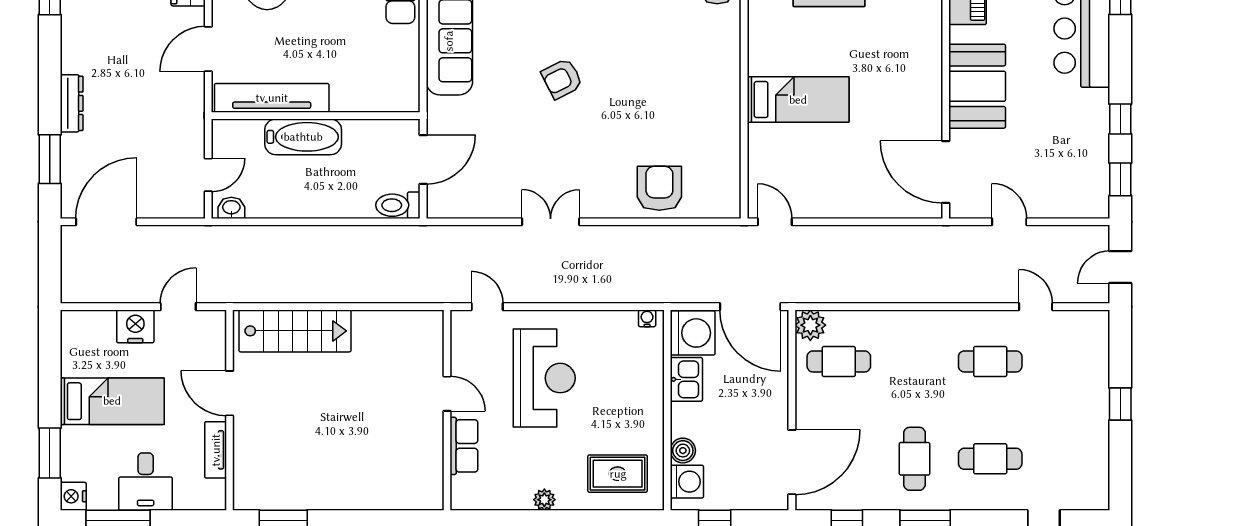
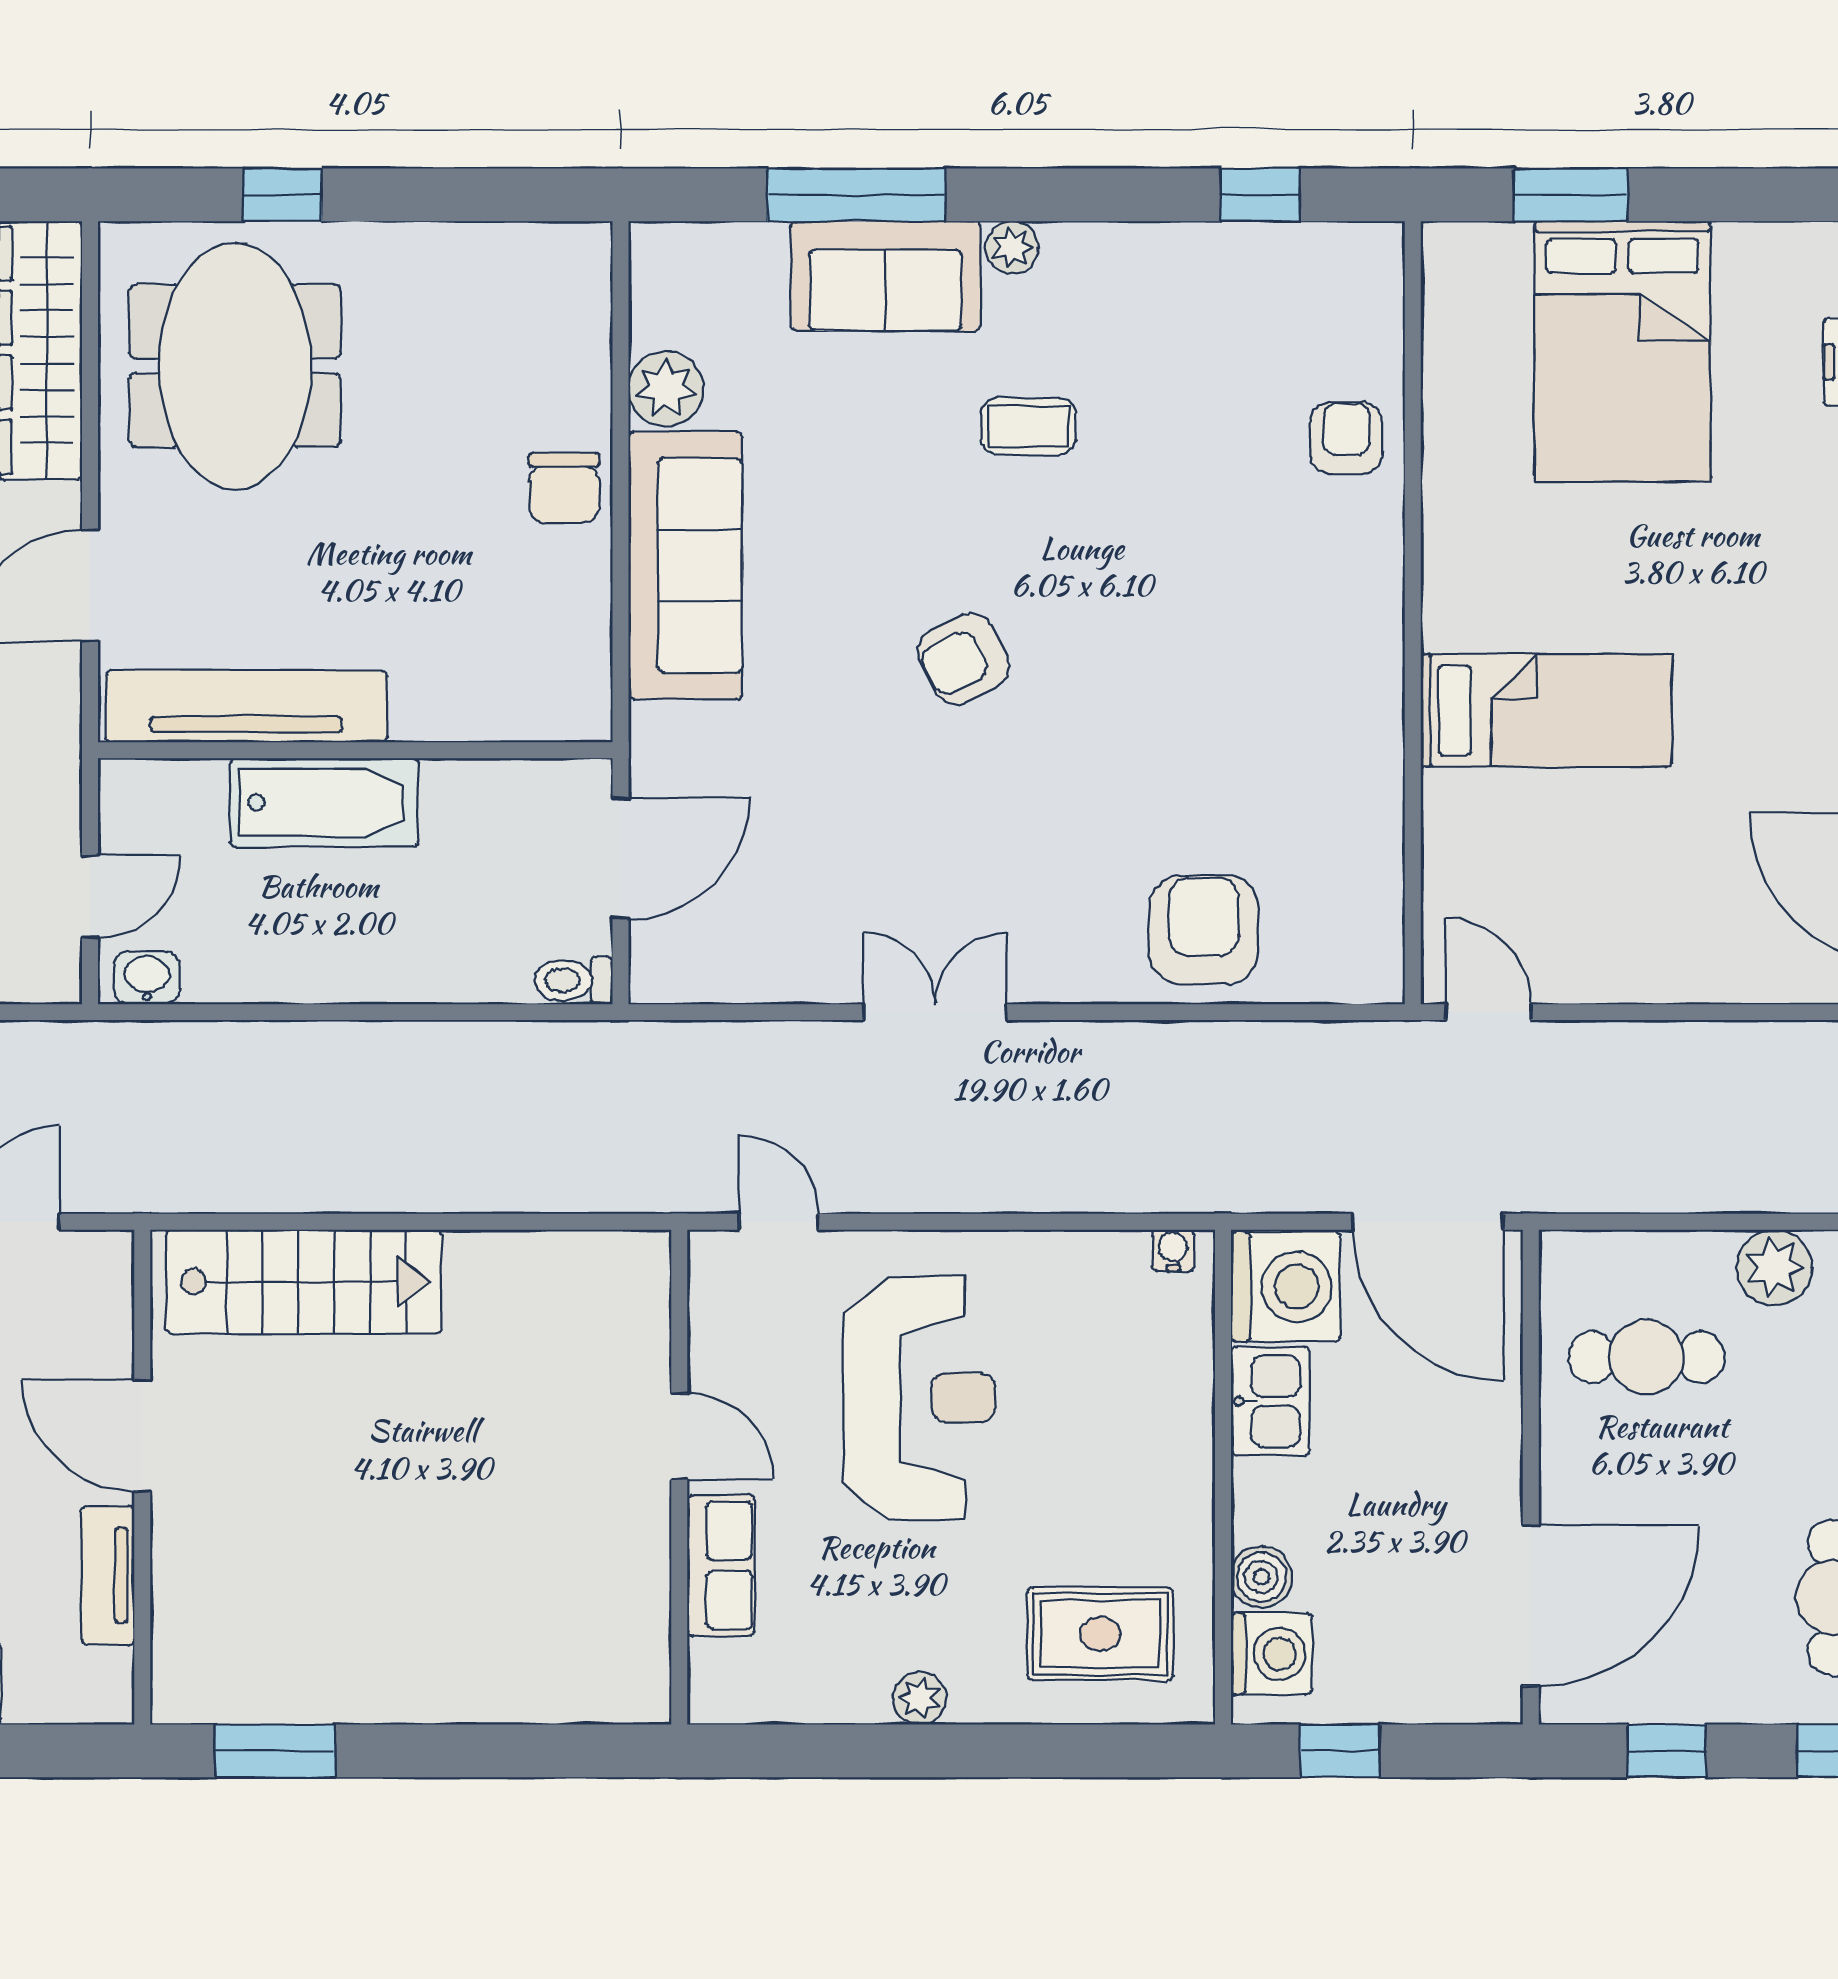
toilet: (398, 205) -> (573, 980), width x0.73, depth x0.72
plant: (810, 325) -> (1775, 1267), moved

